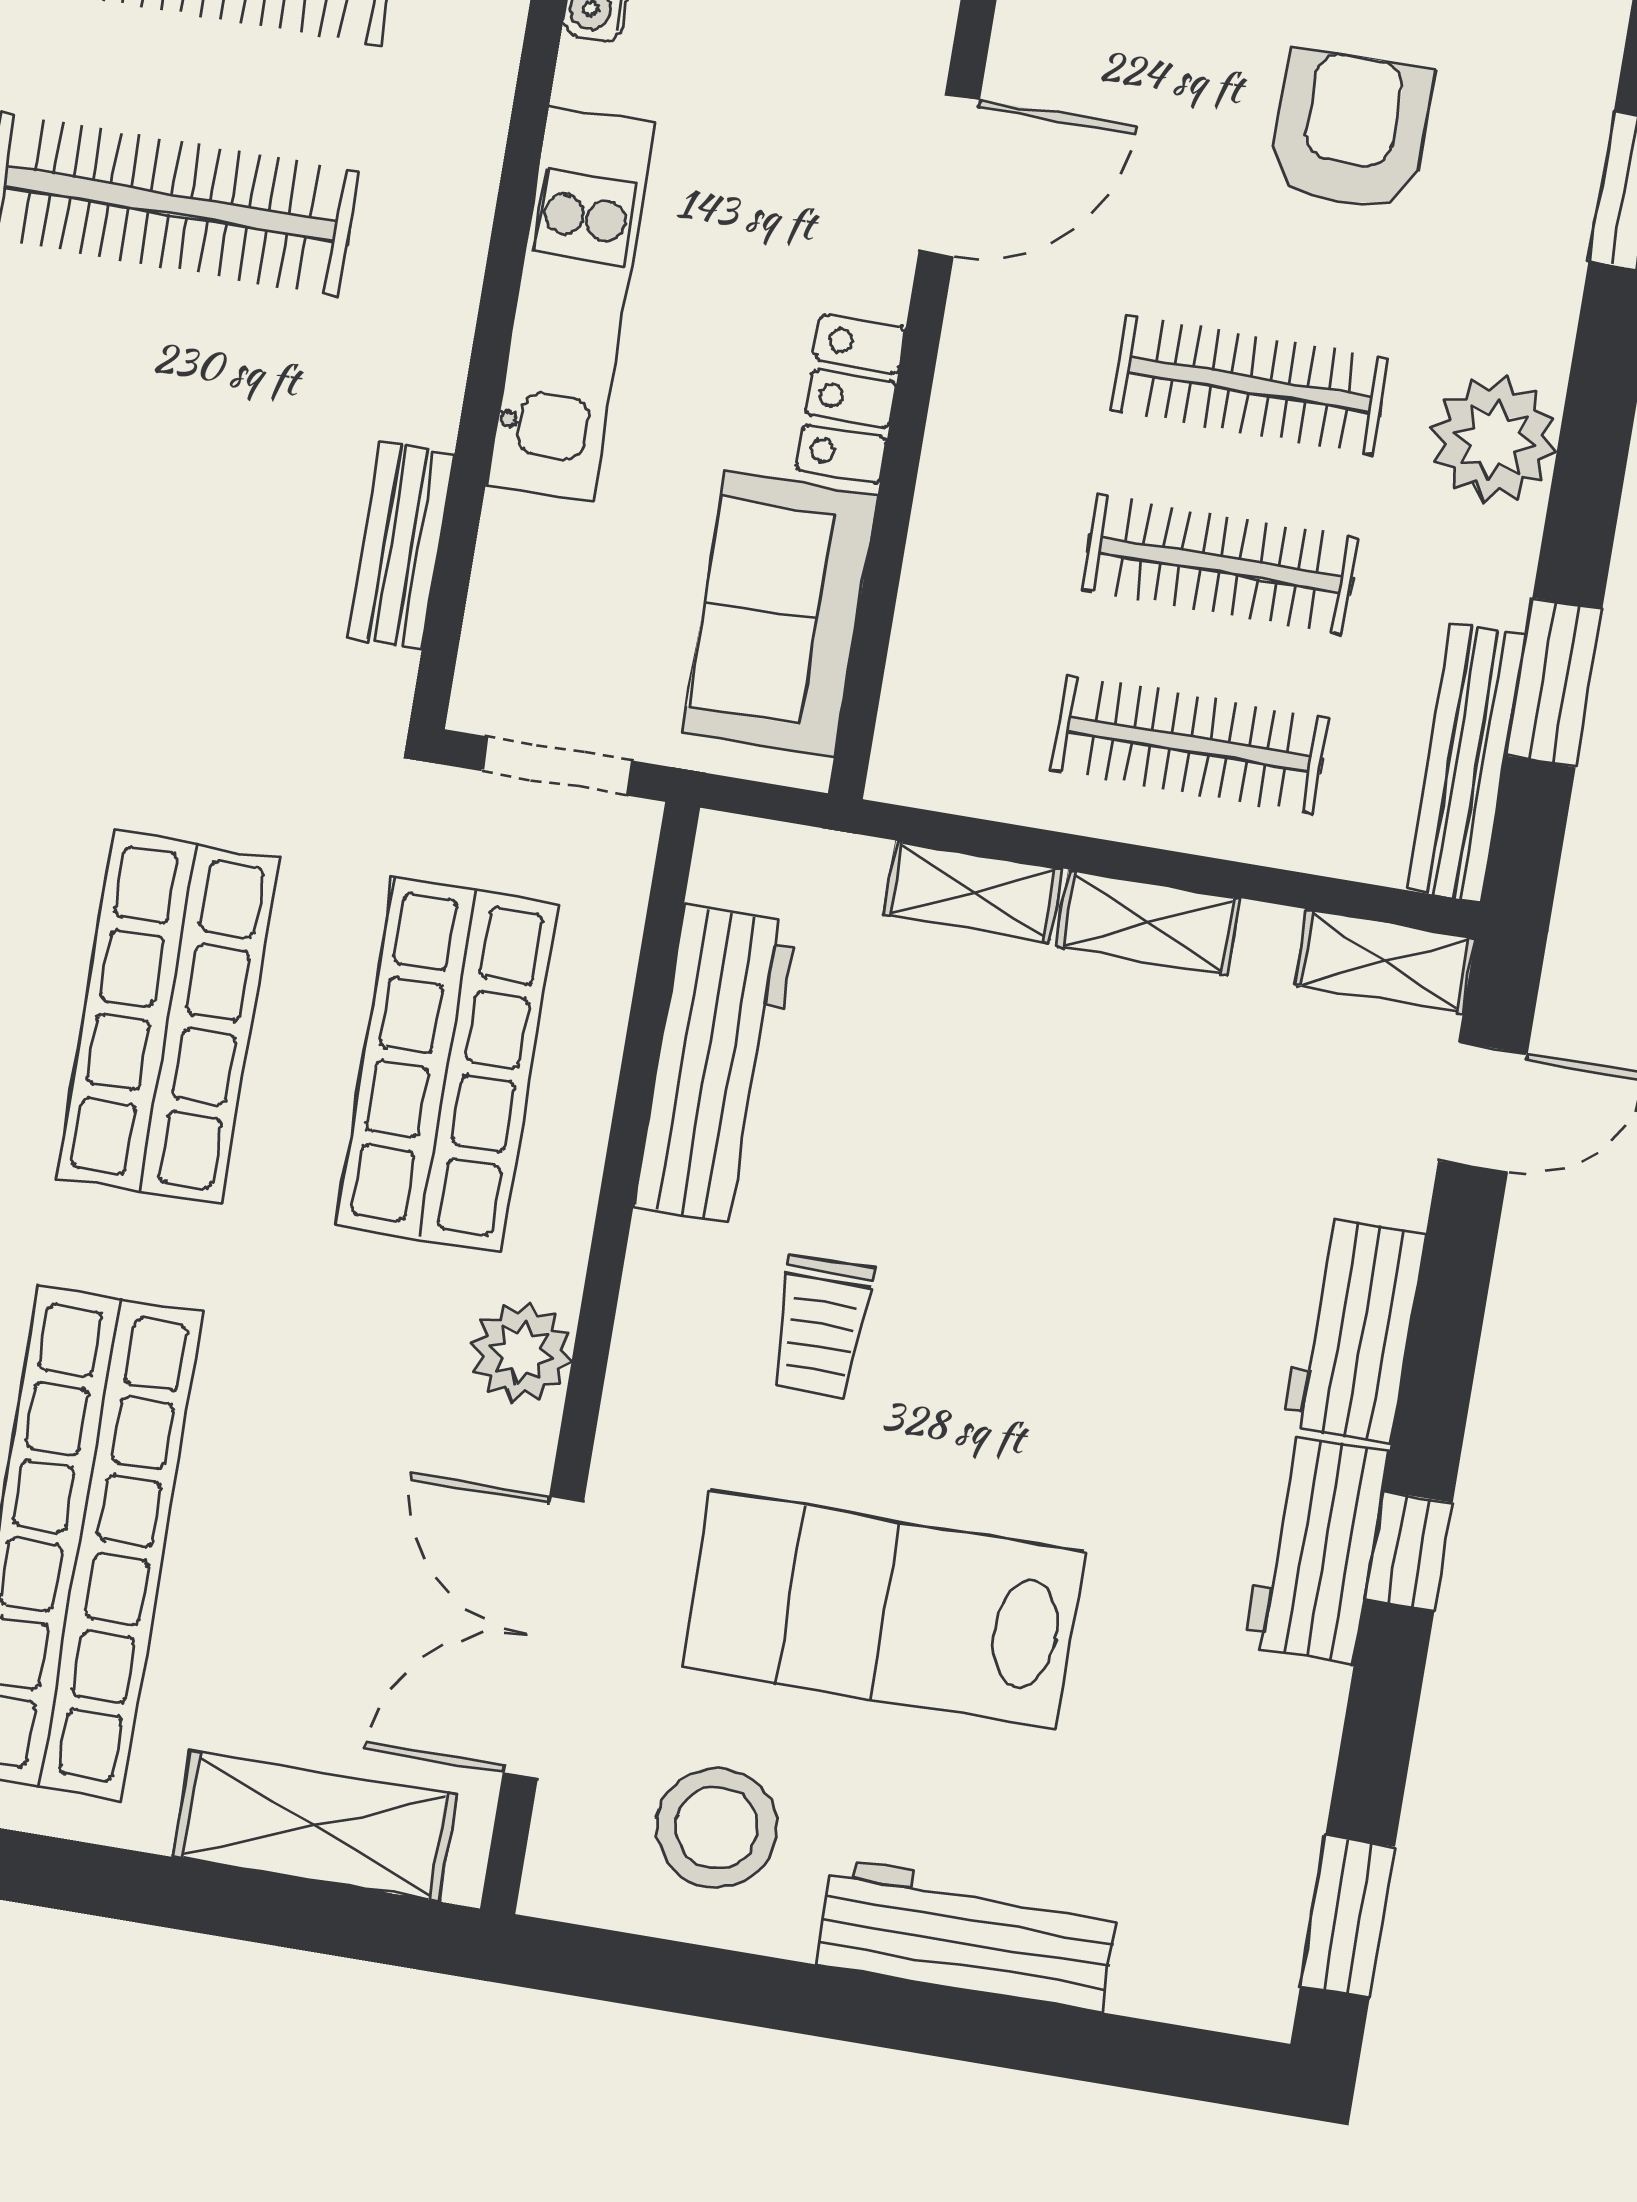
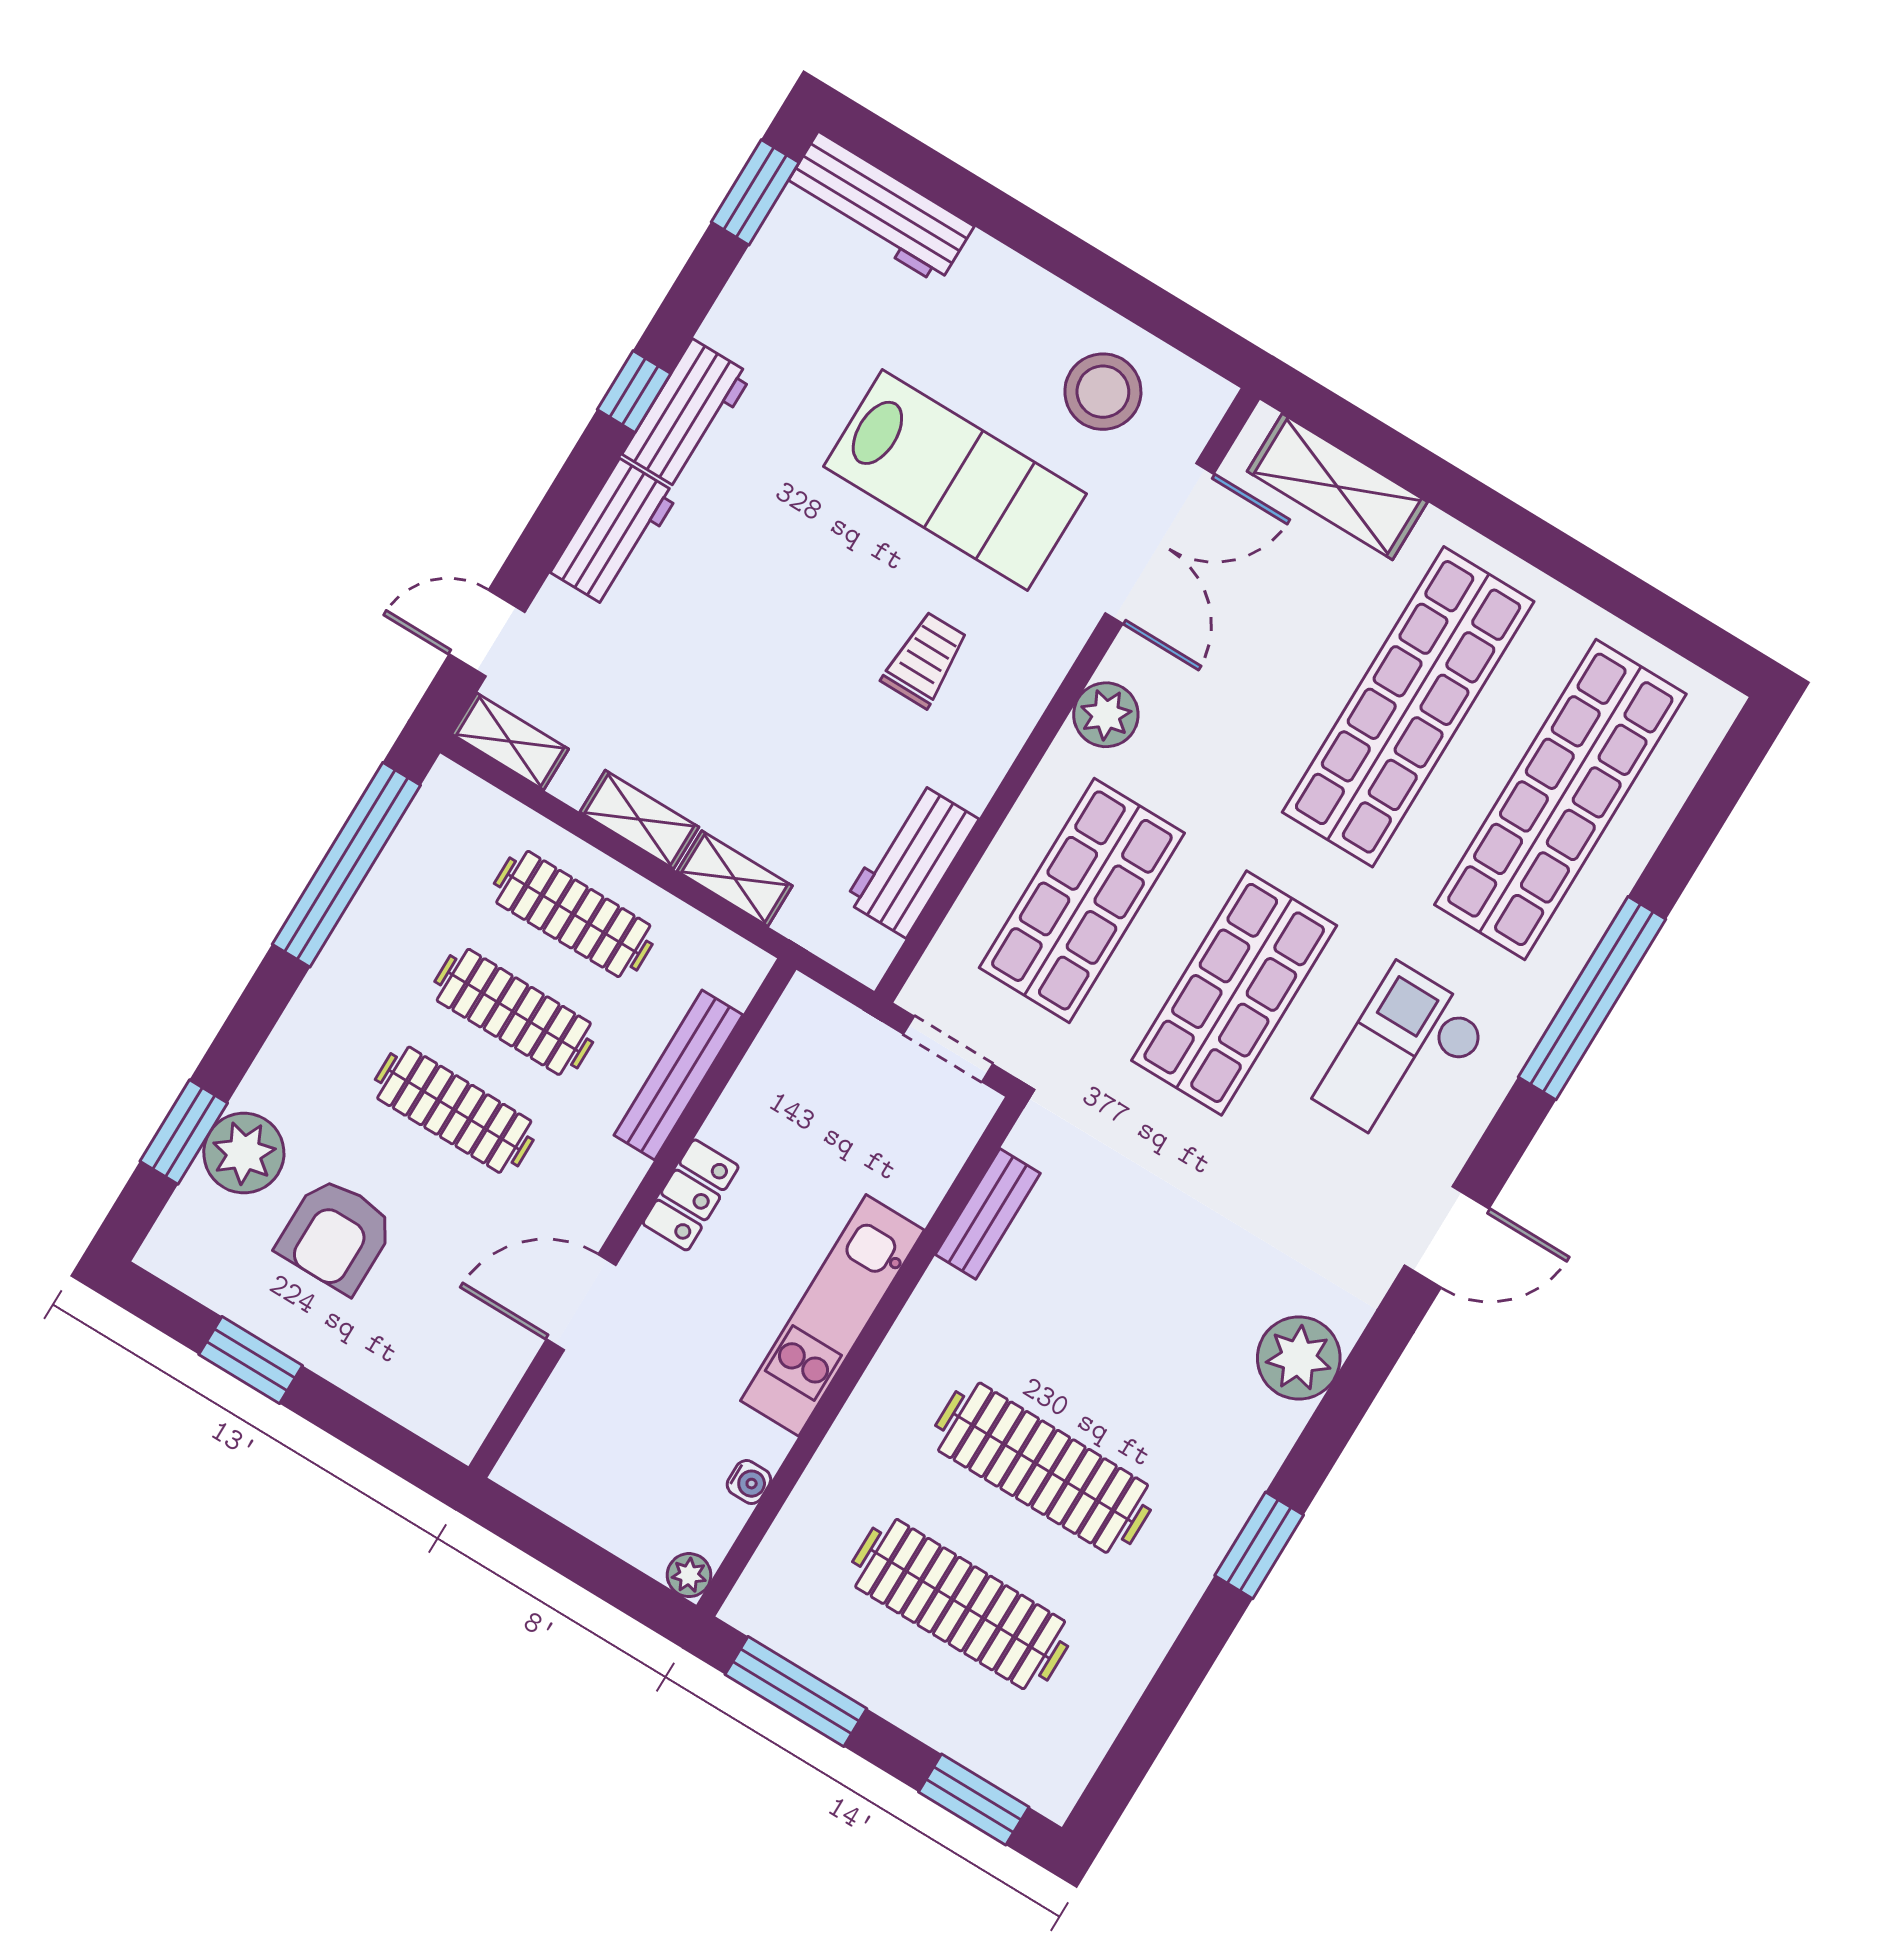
plant: (1494, 439) -> (244, 1153), moved
sofa: (780, 614) -> (782, 1086), removed
window: (1554, 683) -> (346, 865), width x2.11
bench: (1466, 763) -> (678, 1075), moved
workbench: (715, 1065) -> (912, 860), width x0.73
workbench: (967, 1935) -> (878, 208), moved

